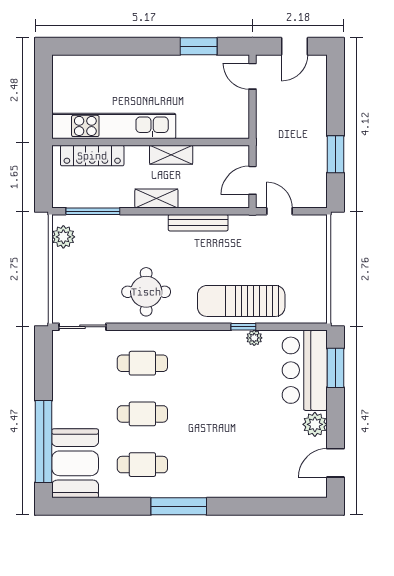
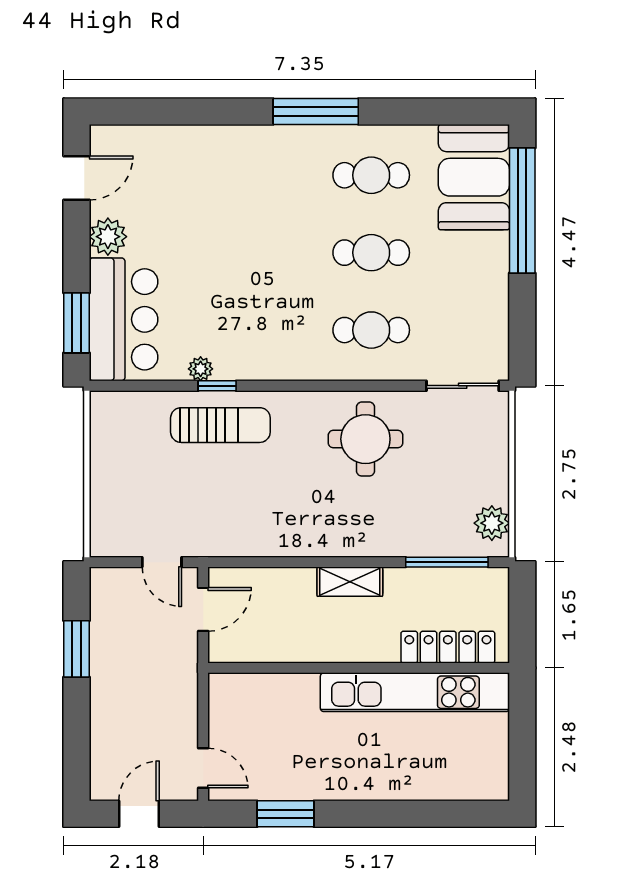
shelving: (171, 155) -> (327, 648), removed
bench: (198, 223) -> (286, 545), removed
sun lounger: (241, 301) -> (220, 425), width x0.73, depth x0.75

